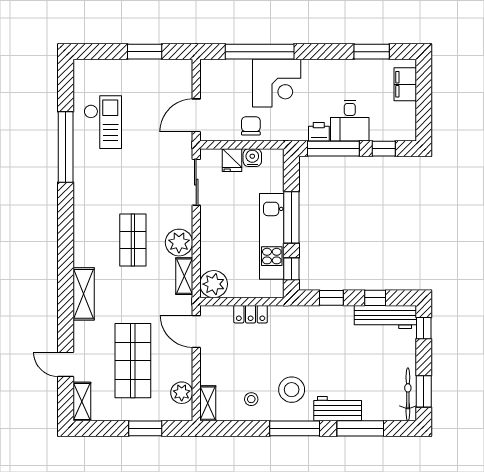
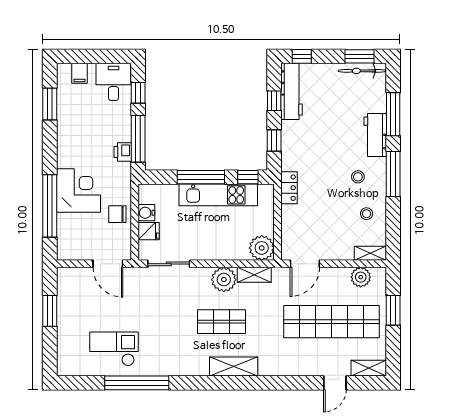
filing cabinet: (405, 84) -> (80, 73), width x0.50
desk: (350, 121) -> (113, 82), moved, turned -90
shelving: (84, 294) -> (234, 366), moved
locker: (251, 314) -> (289, 188), moved
shop shelf: (133, 361) -> (332, 322), width x1.40
stool: (292, 390) -> (358, 177), width x0.53, depth x0.53

